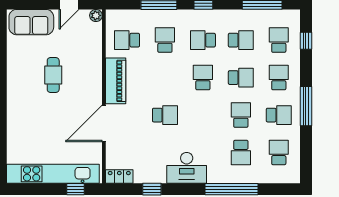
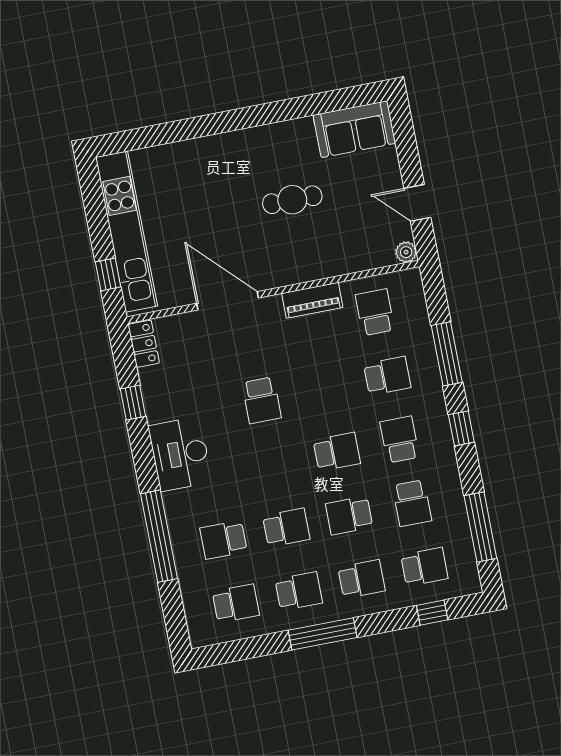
sofa: (31, 22) -> (354, 129), moved, turned -90
school desk: (241, 78) -> (349, 515), turned 90
piano: (116, 81) -> (312, 300), width x0.73, depth x0.75
school desk: (279, 115) -> (299, 591), turned -90

